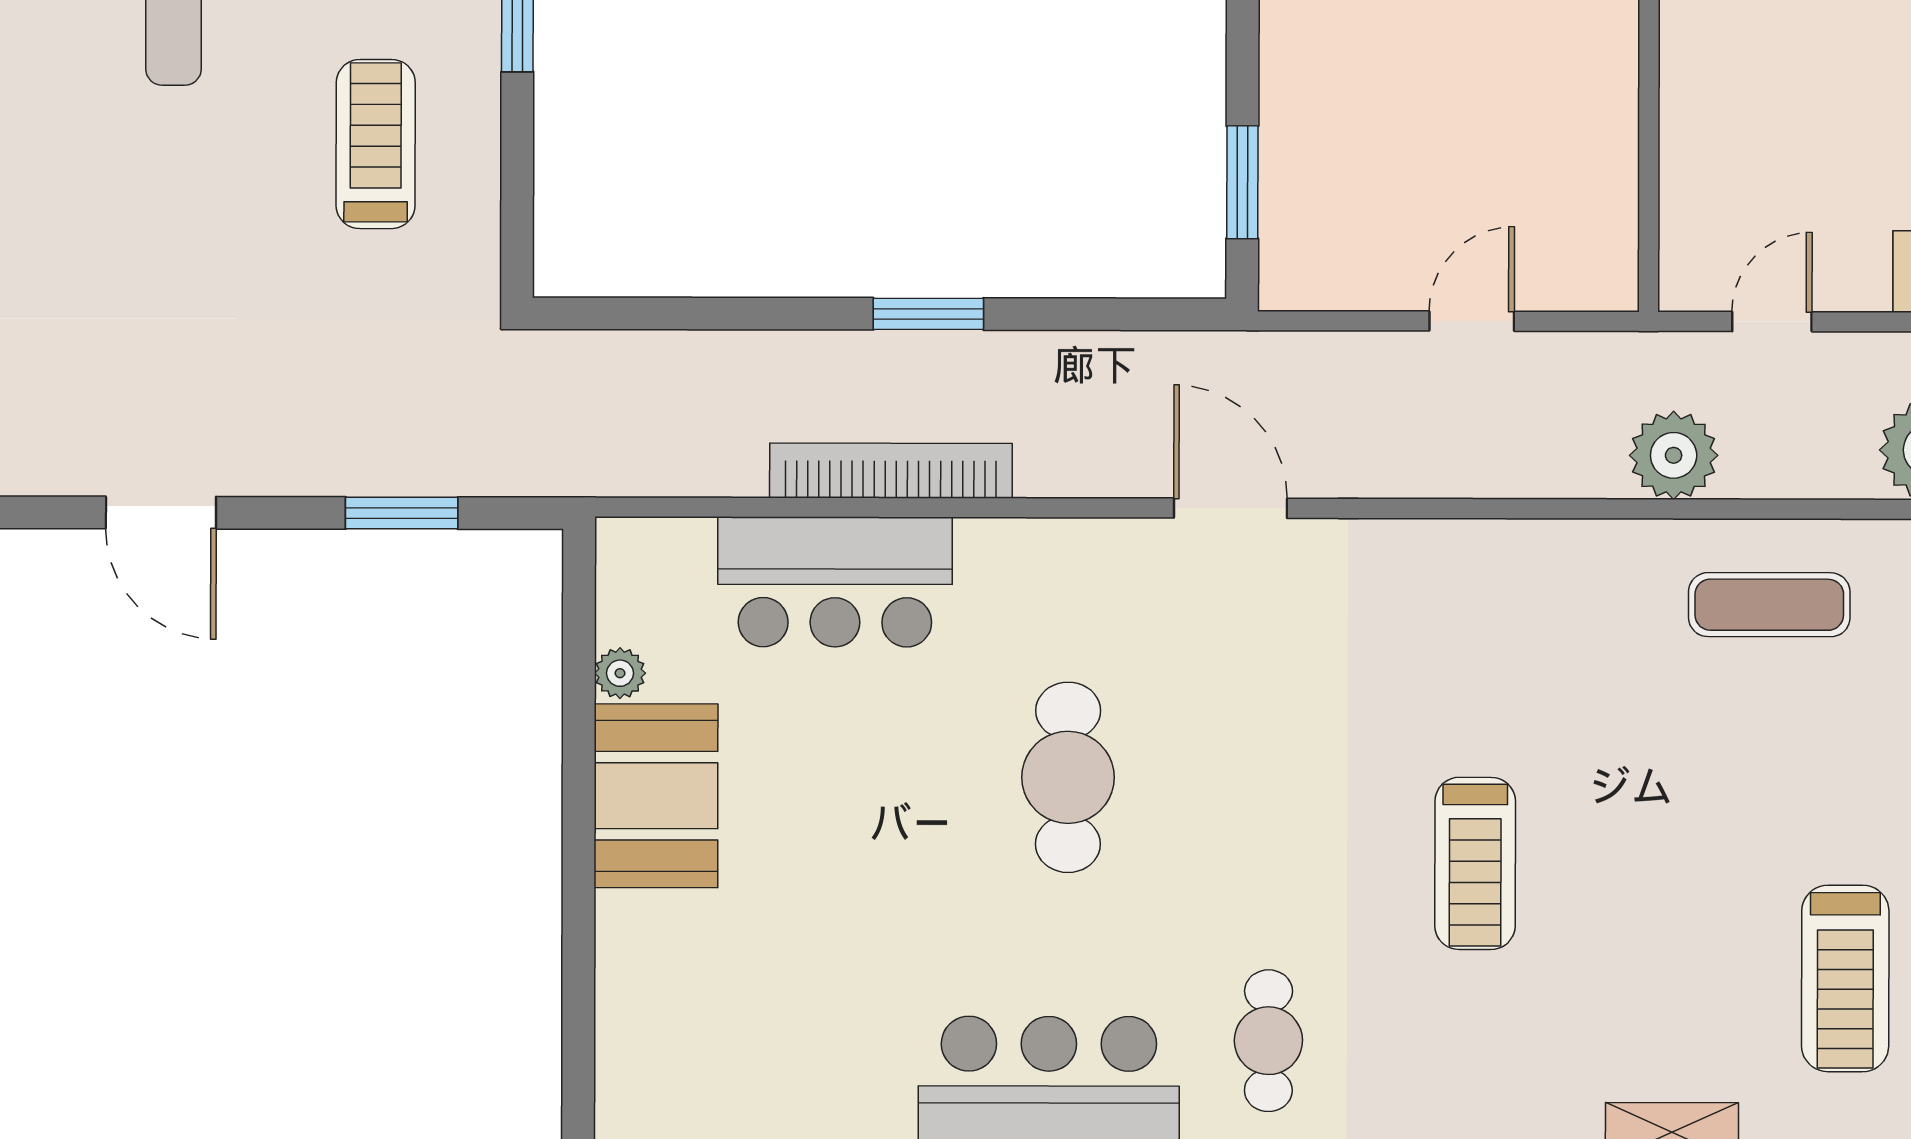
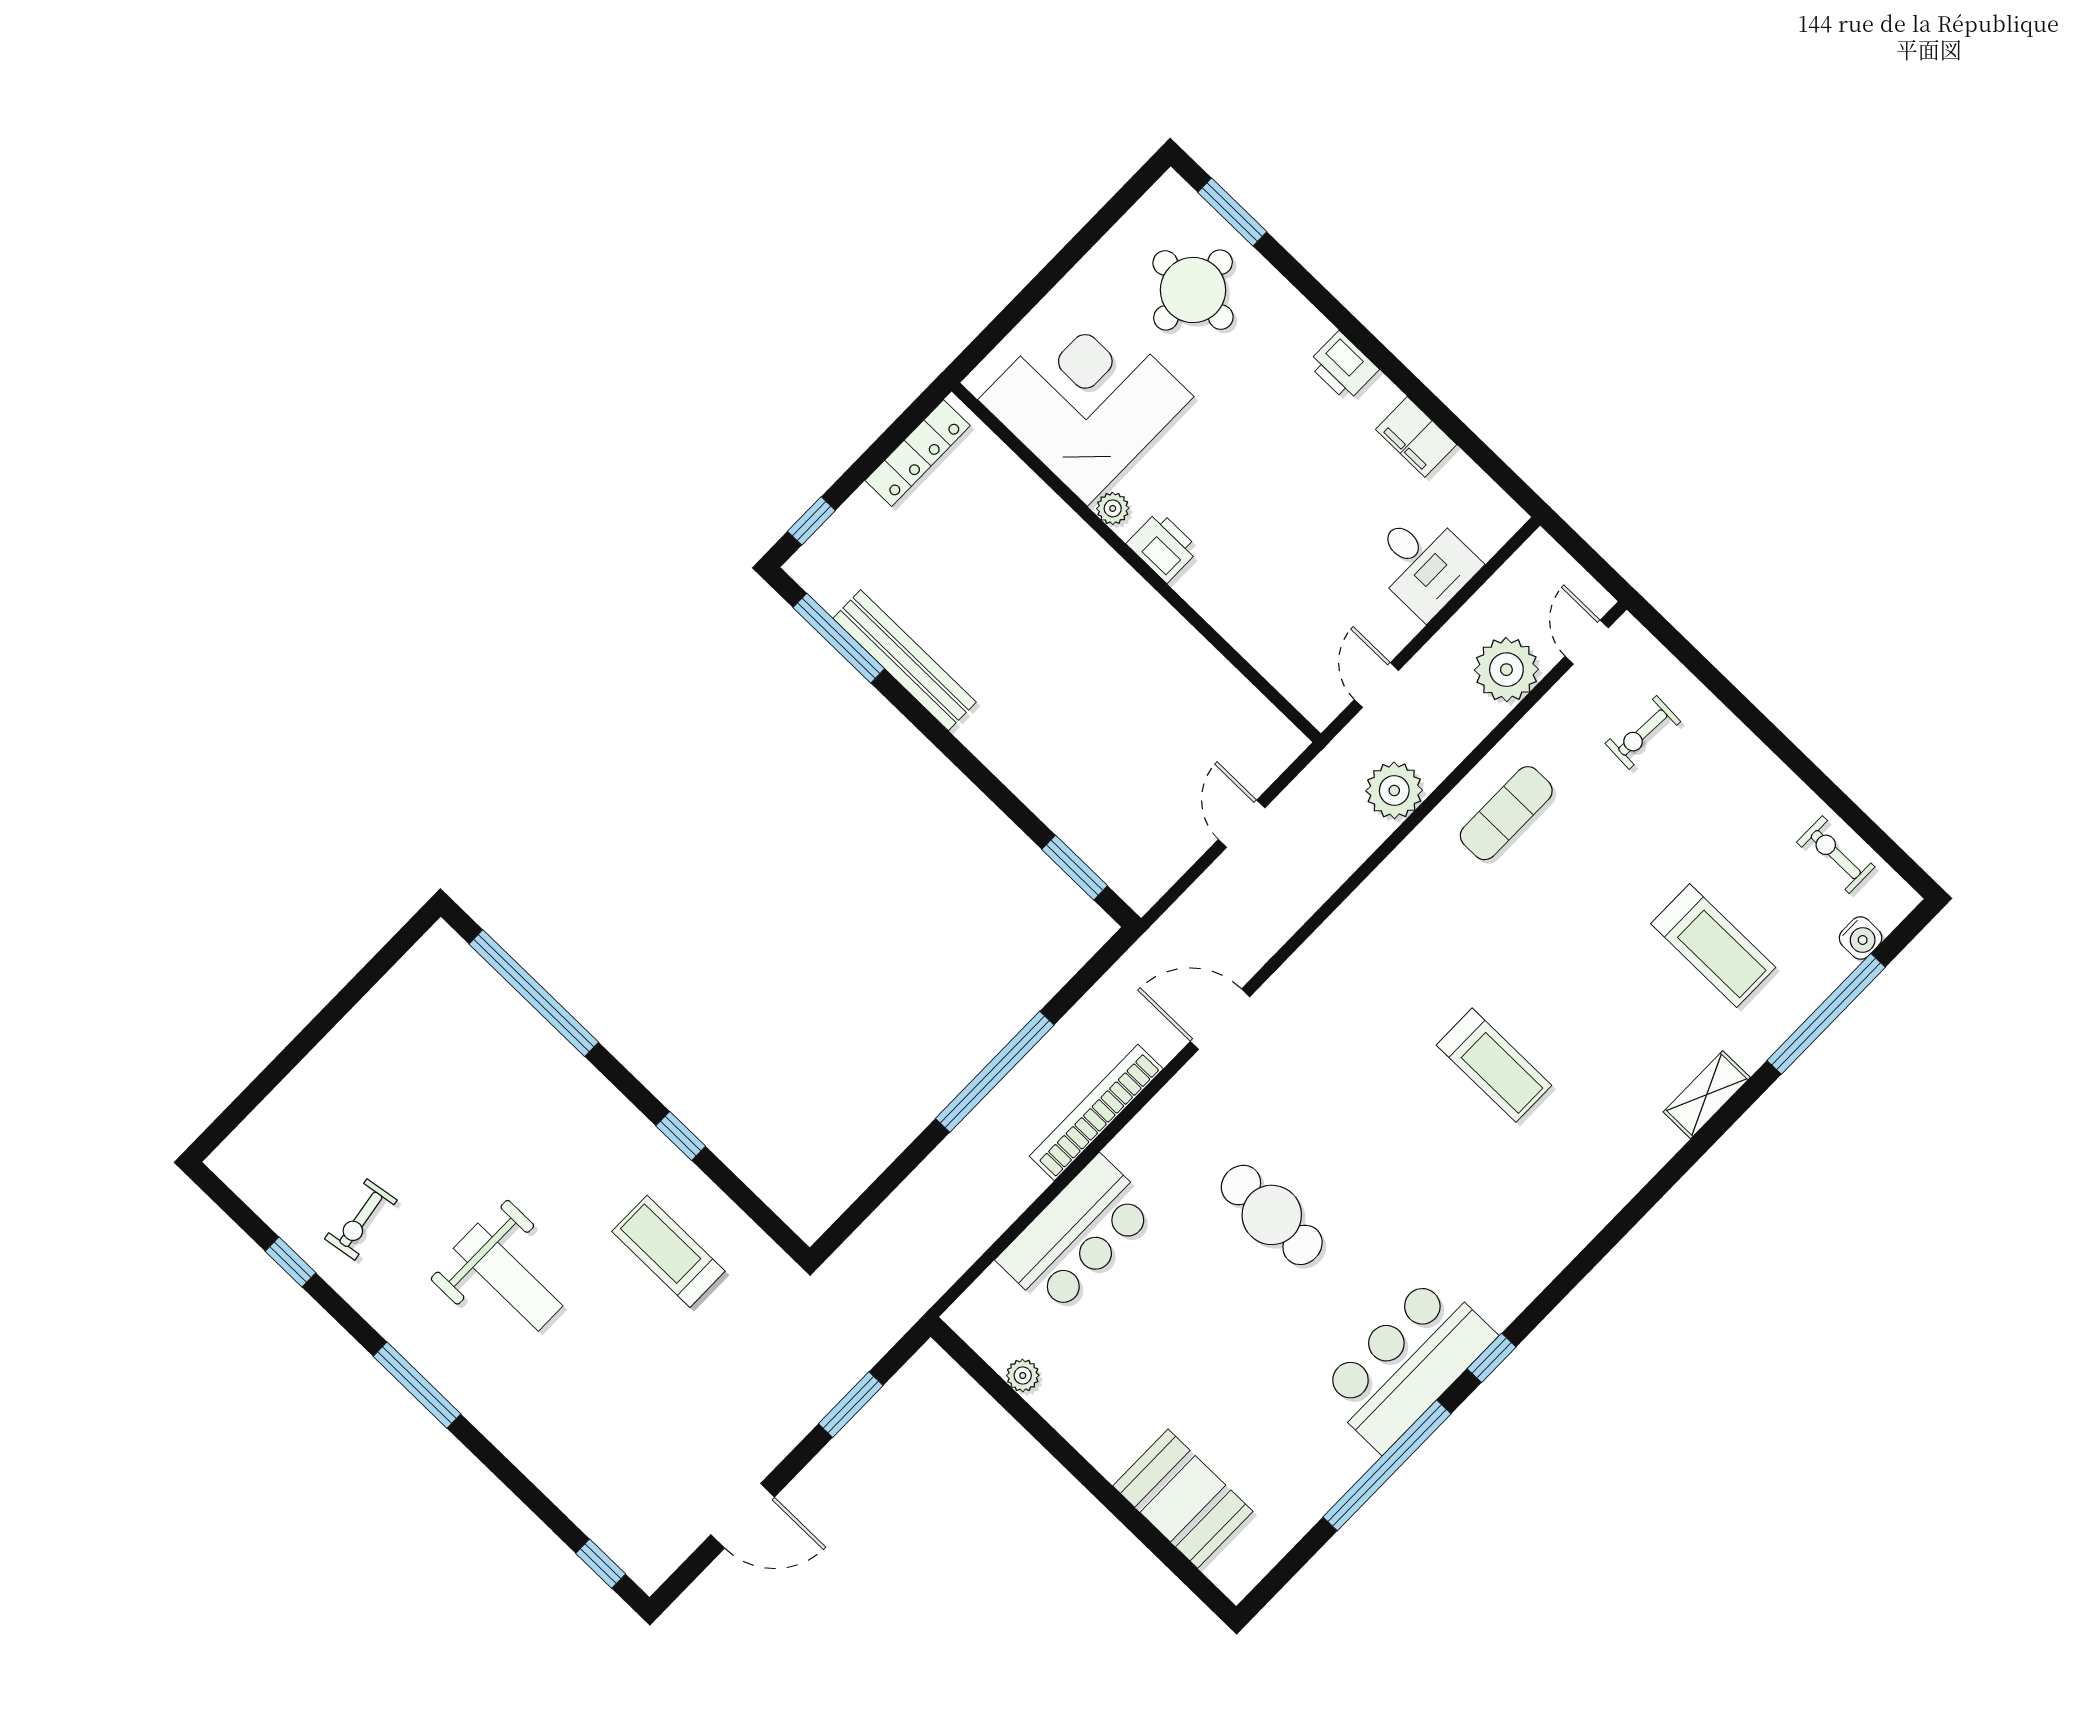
window: (928, 314) -> (995, 1072), width x2.11
bookcase: (891, 471) -> (1096, 1112), moved
booth: (656, 796) -> (1183, 1499), moved
cafe table: (1268, 1041) -> (1483, 1240), removed

